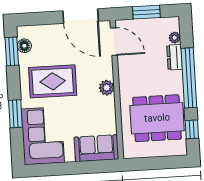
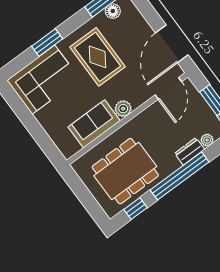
dining table: (157, 118) -> (125, 171), turned 90
sofa: (96, 148) -> (94, 124), moved, turned -90

